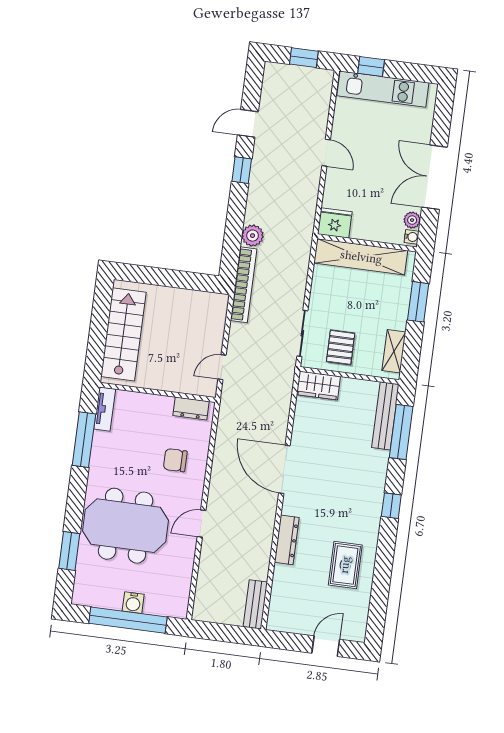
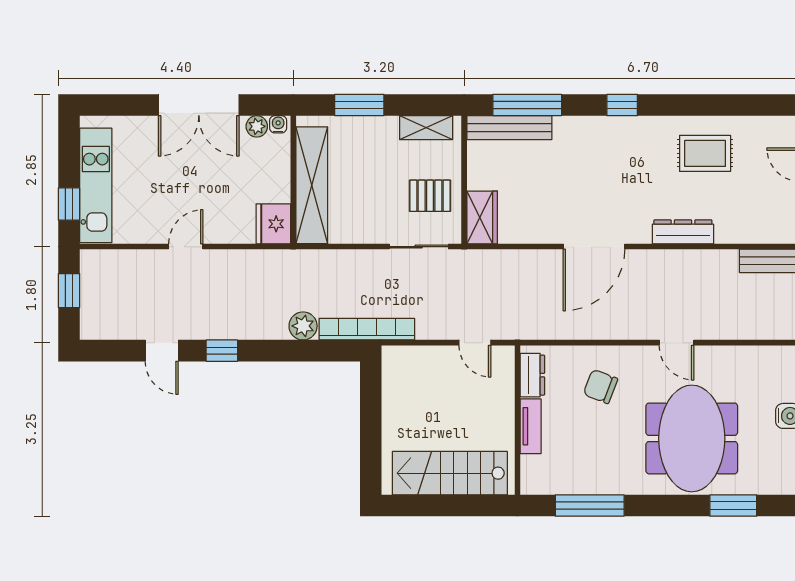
tv unit: (105, 409) -> (531, 426), moved, turned 90
chair: (175, 460) -> (600, 386), turned 111

